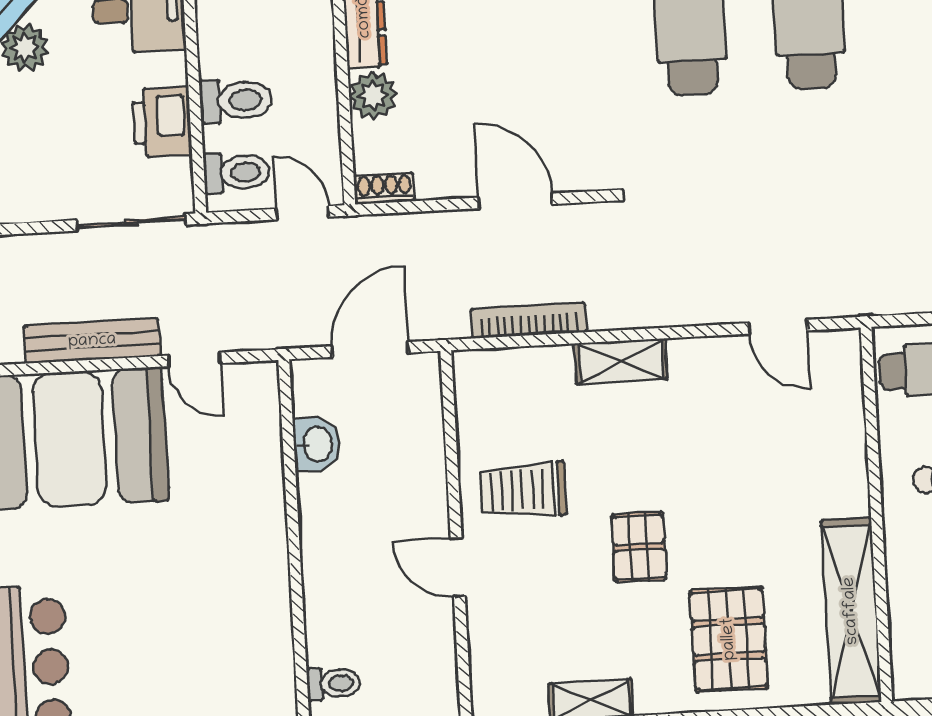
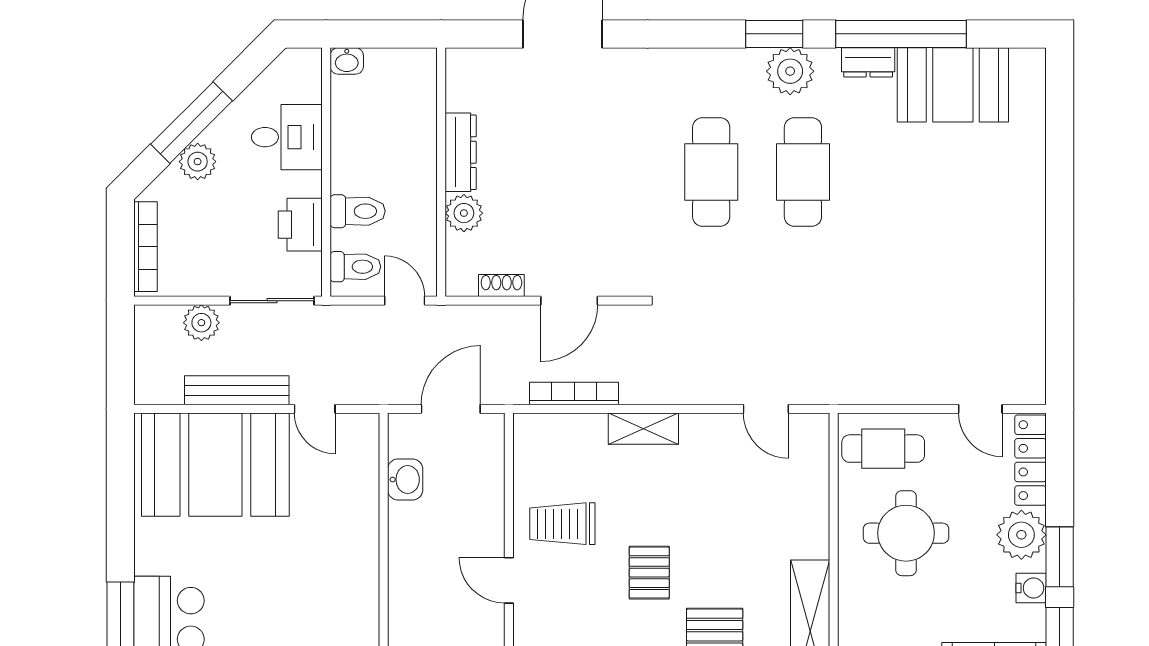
shoe rack: (384, 189) -> (501, 285), moved
door: (516, 201) -> (569, 301), swing flipped
plant: (41, 256) -> (201, 323), added

